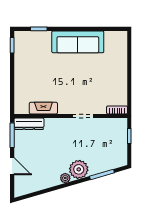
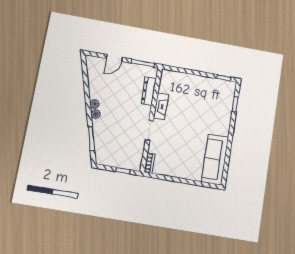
sofa: (78, 42) -> (215, 159), moved
fireplace: (43, 108) -> (161, 106), moved
dresser: (29, 124) -> (149, 91), moved
plant: (79, 169) -> (96, 114), width x0.53, depth x0.53

